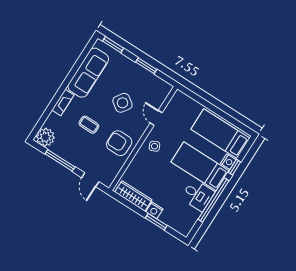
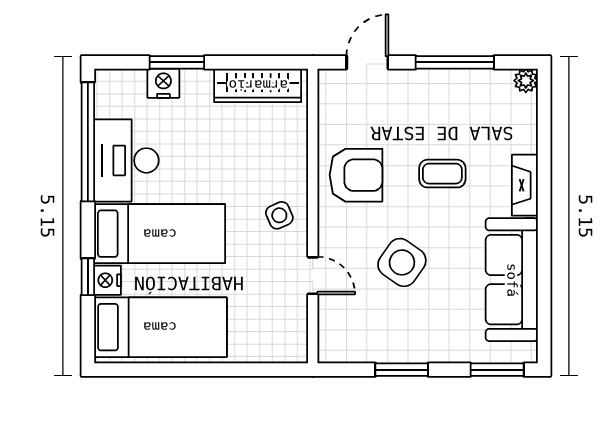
plant: (45, 137) -> (526, 81), width x0.53, depth x0.53
door: (90, 180) -> (367, 62), hinge flipped
desk: (198, 195) -> (126, 160), width x1.37
window: (213, 200) -> (88, 142), moved
nightstand: (154, 210) -> (163, 83), moved

